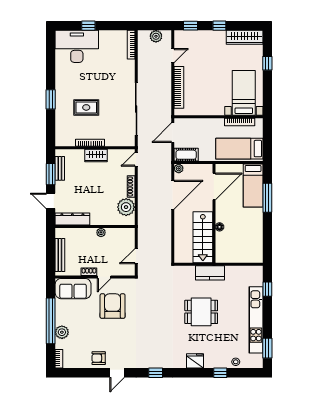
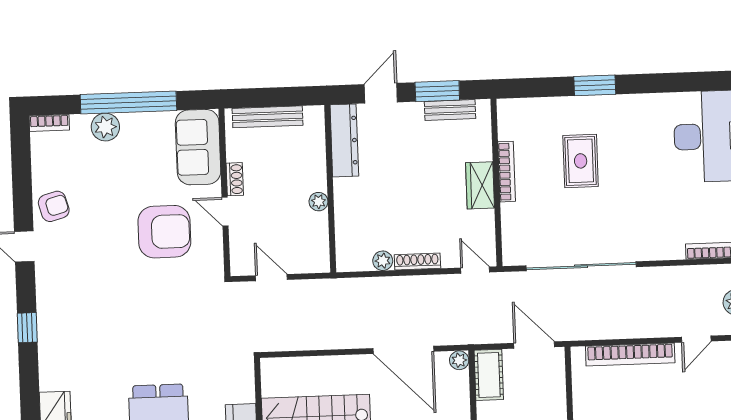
door: (173, 56) -> (696, 339), hinge flipped
plant: (126, 207) -> (383, 261), width x0.53, depth x0.53
armchair: (99, 358) -> (54, 206), turned 74

